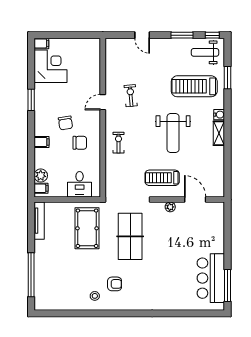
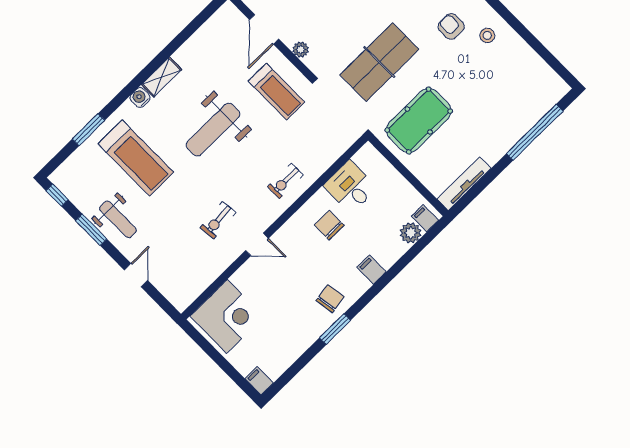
weight bench: (205, 52) -> (118, 219), moved
corner desk: (50, 66) -> (227, 316), moved, turned 180
chair: (65, 123) -> (330, 298), moved
weight bench: (173, 133) -> (213, 130), turned 180
desk: (80, 184) -> (350, 187), moved, turned -90

